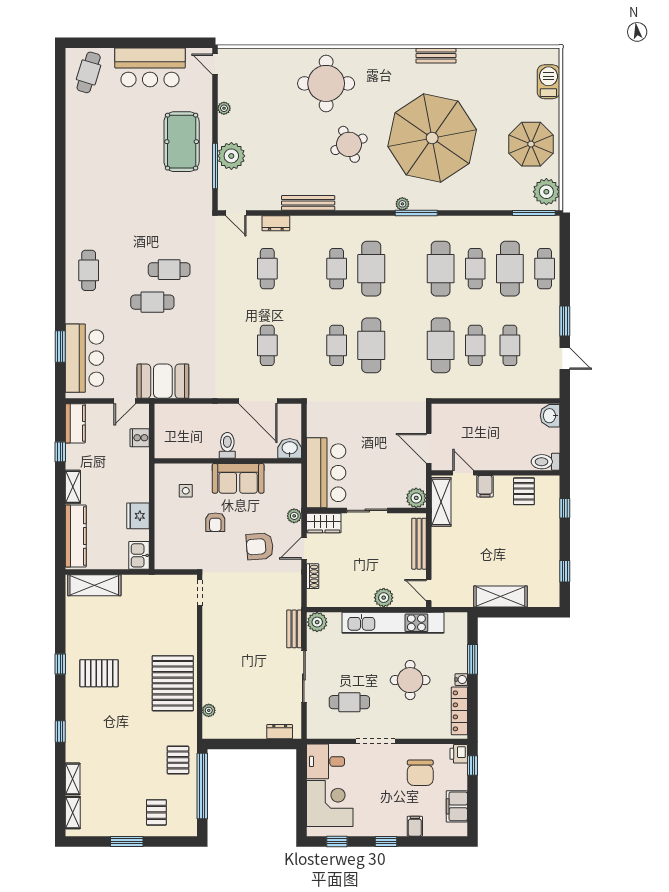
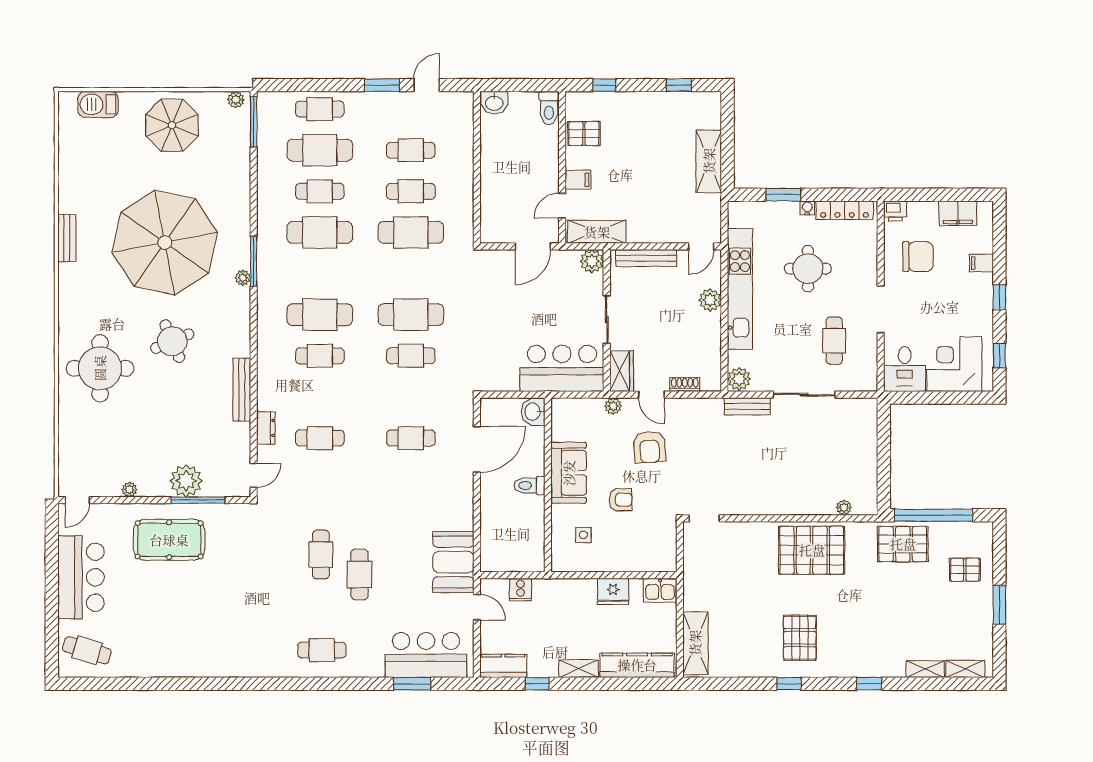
plant: (546, 192) -> (236, 100), width x0.53, depth x0.53
dresser: (280, 732) -> (869, 423), removed
pallet: (178, 760) -> (903, 544), width x1.50, depth x1.42
window: (472, 765) -> (909, 195), removed

